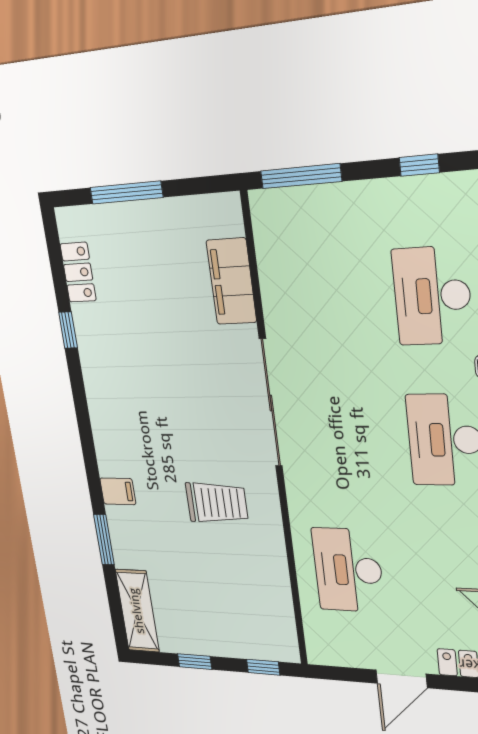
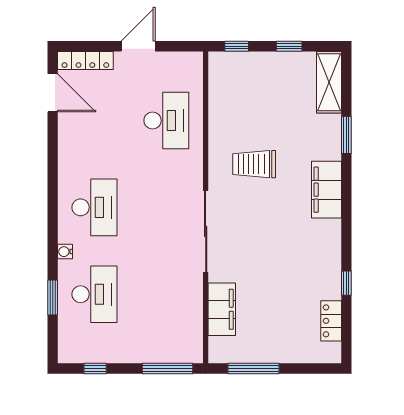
window: (126, 192) -> (253, 369), moved
filing cabinet: (118, 491) -> (327, 190), width x3.00, depth x1.17

